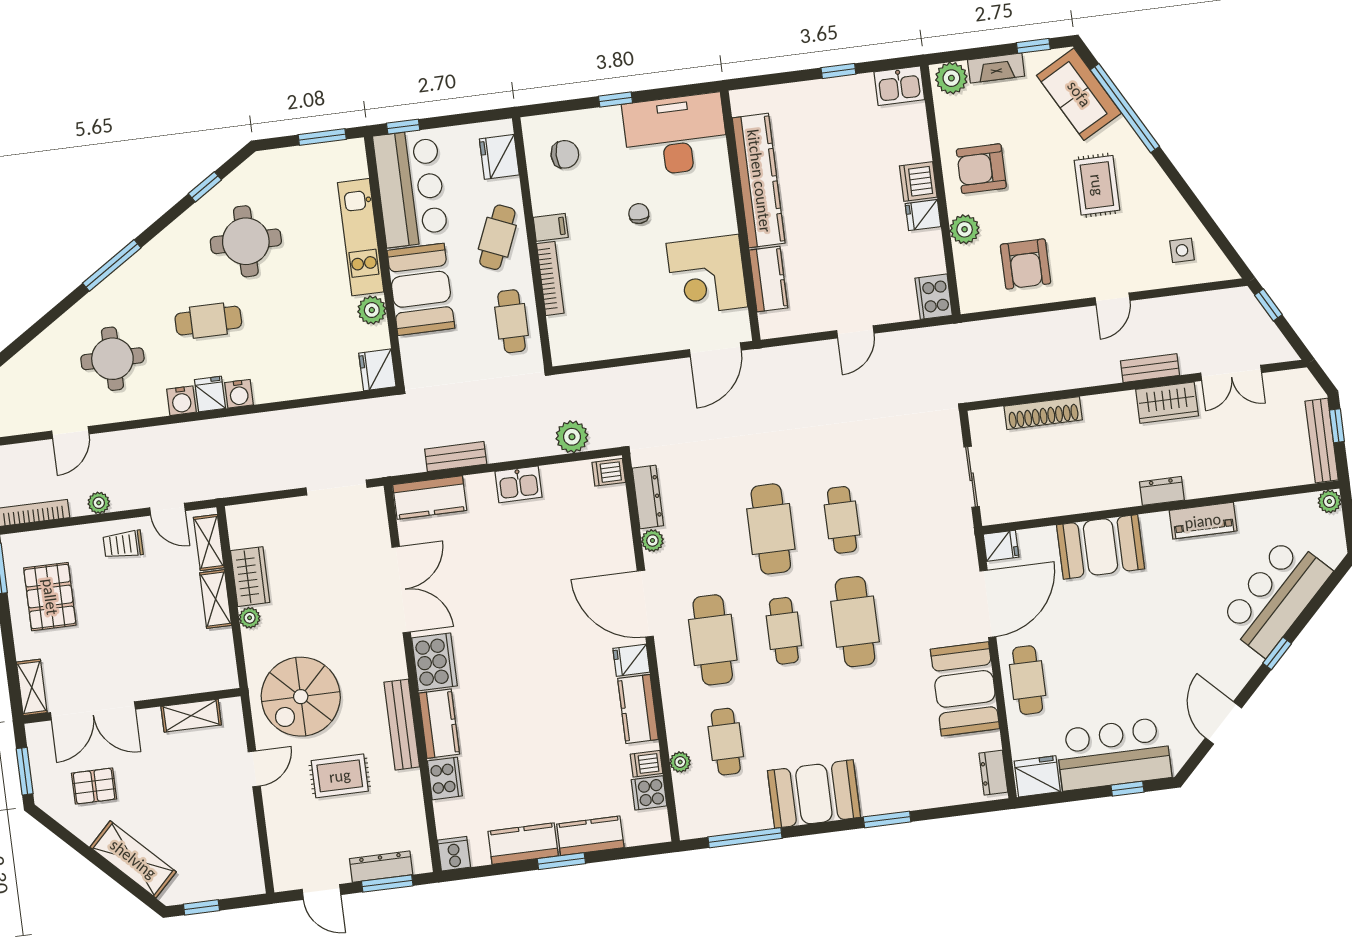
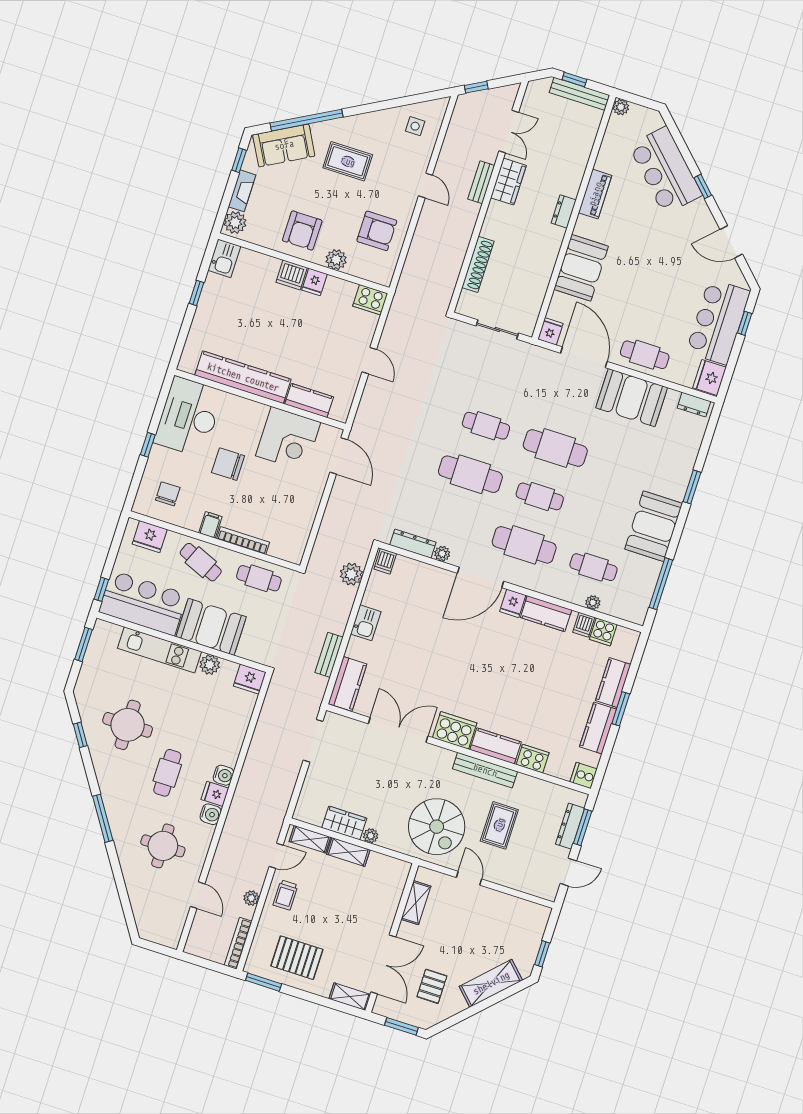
chair: (639, 214) -> (228, 464), width x1.87, depth x1.87

